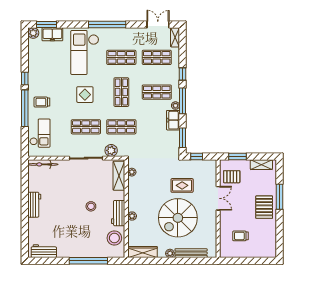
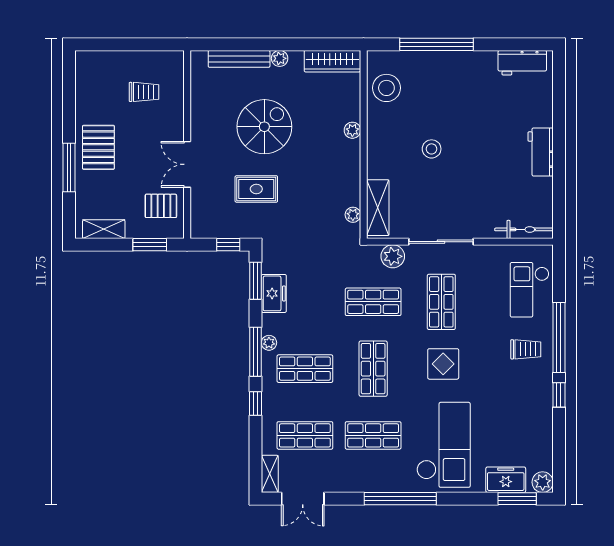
freezer: (173, 120) -> (274, 293), moved
shop shelf: (86, 127) -> (441, 302), turned 90
workbench: (118, 213) -> (379, 136), removed
spiral stairs: (178, 218) -> (264, 127), width x0.73, depth x0.73

